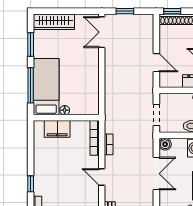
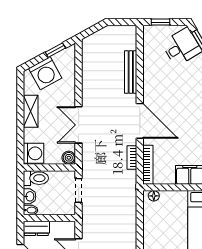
floor lamp: (65, 110) -> (154, 196), moved
door: (102, 177) -> (140, 121), width x1.87

